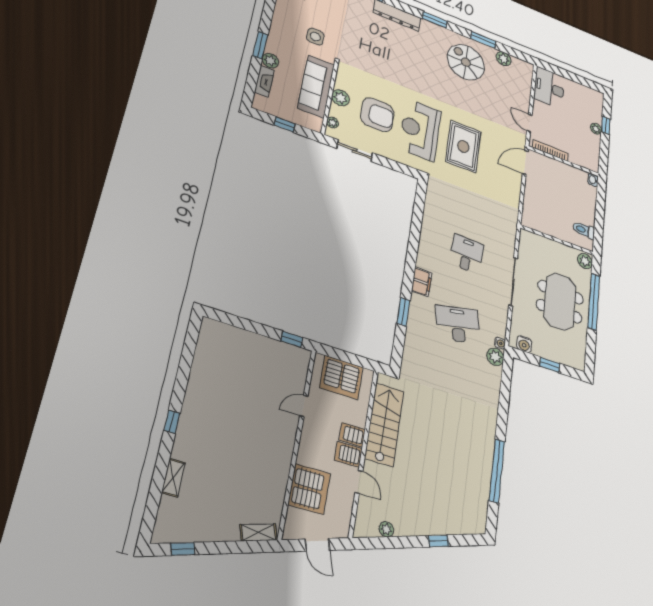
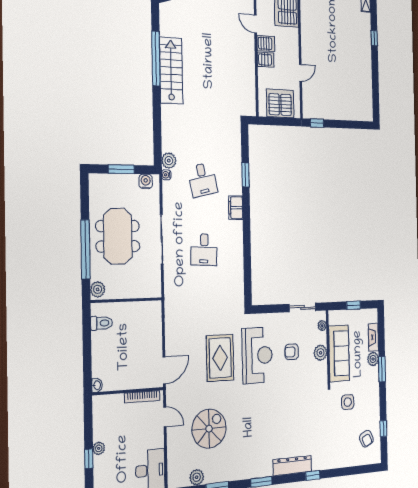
spiral stairs: (466, 62) -> (209, 429), moved, turned -90
armchair: (377, 115) -> (292, 352), width x0.53, depth x0.53
desk: (458, 324) -> (203, 180), width x0.73
window: (550, 365) -> (121, 169), width x1.50
stairs: (384, 424) -> (171, 71), moved, turned 180

